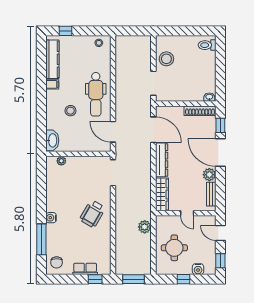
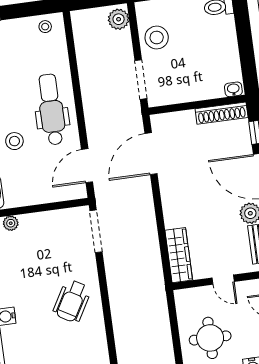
dental chair: (96, 94) -> (51, 109), turned 180
door: (153, 130) -> (151, 154), swing flipped
door: (113, 132) -> (87, 166), hinge flipped
dresser: (162, 160) -> (171, 200), removed
plant: (145, 227) -> (119, 19), moved

